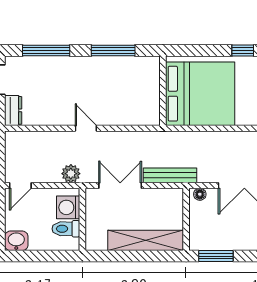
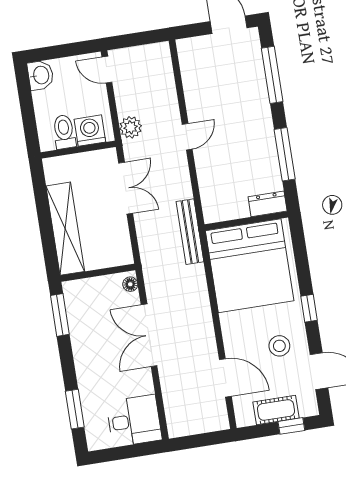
dresser: (13, 110) -> (268, 204), moved, turned 180
bench: (170, 175) -> (190, 232), moved

